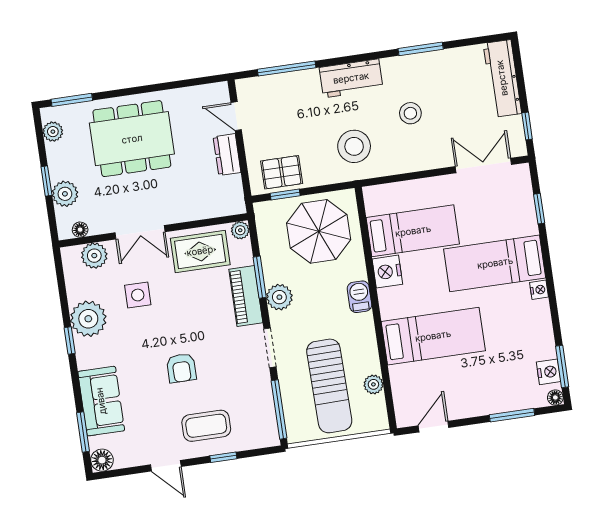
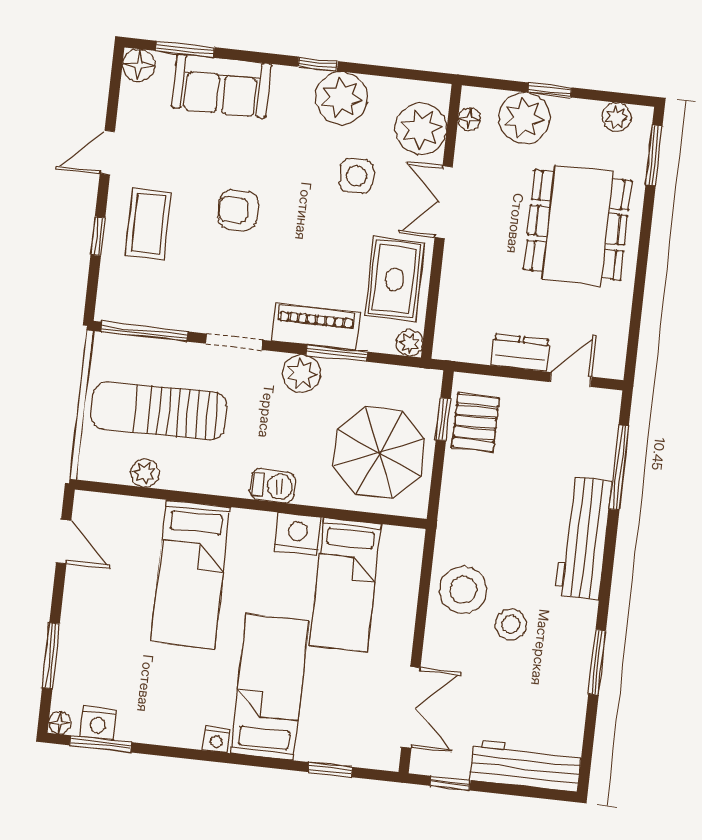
workbench: (351, 78) -> (583, 538), width x1.38
stool: (354, 146) -> (463, 590), moved
plant: (65, 194) -> (524, 118), width x1.36, depth x1.36
plant: (94, 256) -> (421, 129), width x1.36, depth x1.36

